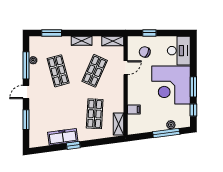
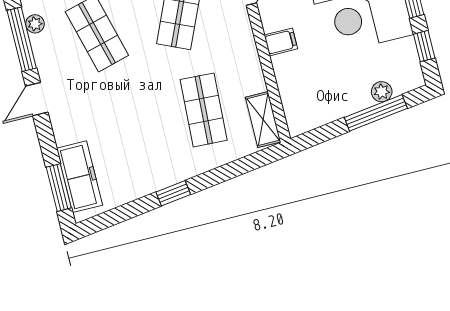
filing cabinet: (134, 110) -> (281, 42), moved
window: (26, 120) -> (59, 188), moved
freezer: (63, 137) -> (80, 177), moved, turned 98

